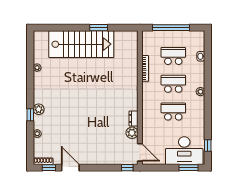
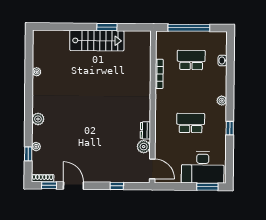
stairs: (81, 44) -> (97, 41), width x0.73, depth x0.66
school desk: (173, 84) -> (191, 91), removed
window: (30, 115) -> (28, 154), moved
window: (208, 146) -> (230, 128), moved
window: (127, 168) -> (117, 186), moved

